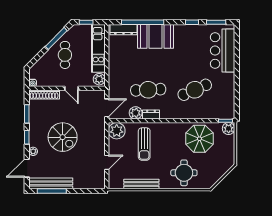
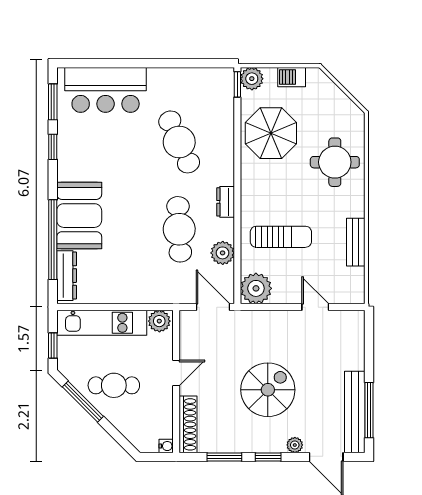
dresser: (151, 115) -> (226, 202), moved
barbecue: (229, 150) -> (292, 77), added
bench: (141, 184) -> (356, 242), width x0.73

